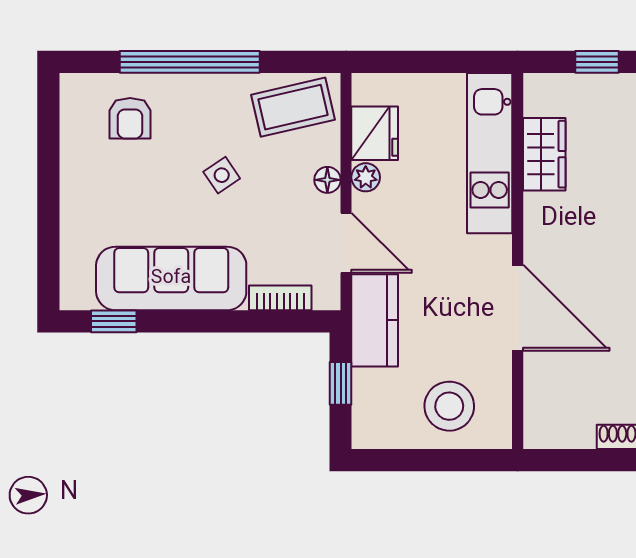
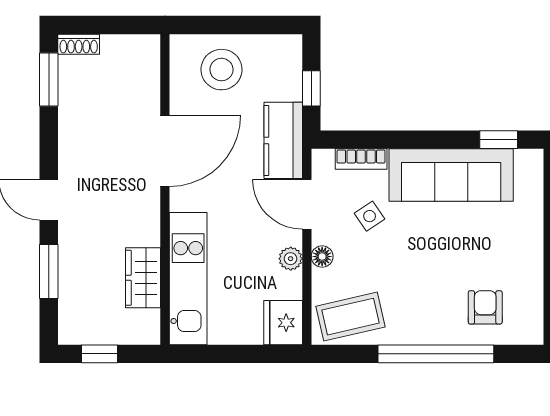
fridge: (375, 133) -> (283, 323), moved
side table: (222, 175) -> (370, 216), moved
door: (518, 308) -> (165, 151), swing flipped

